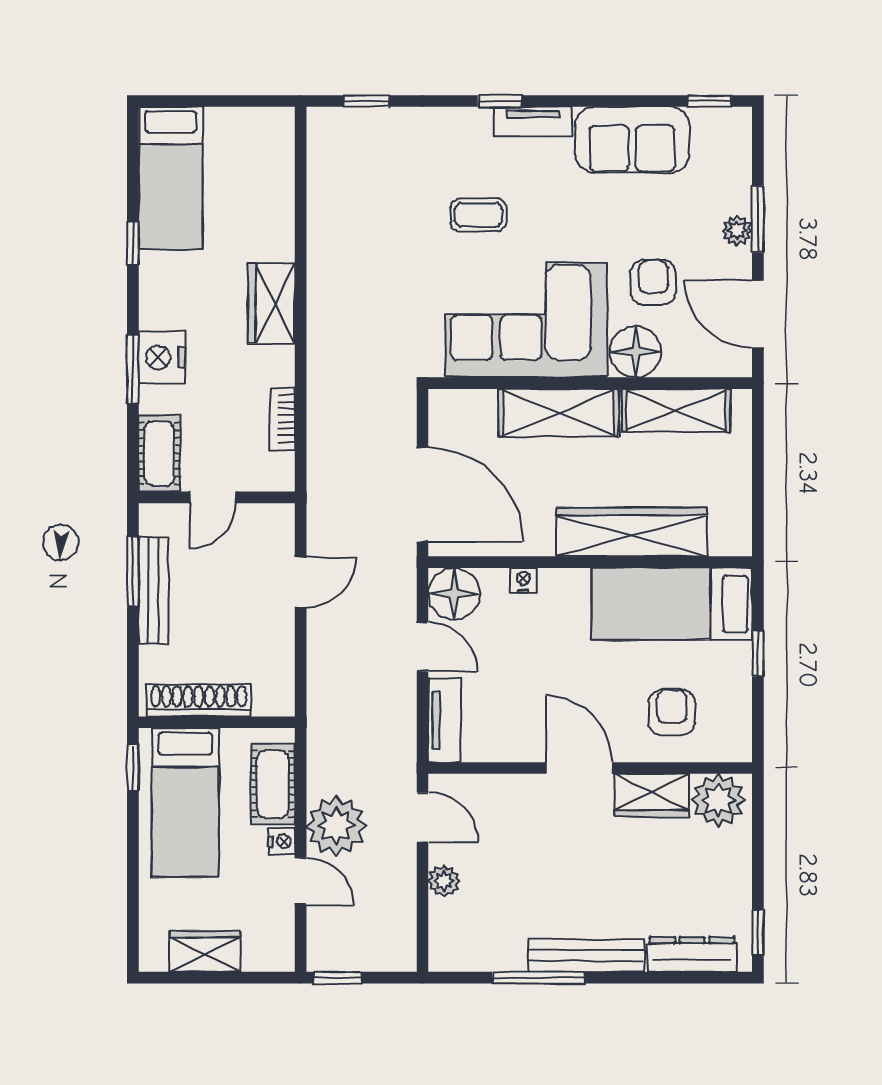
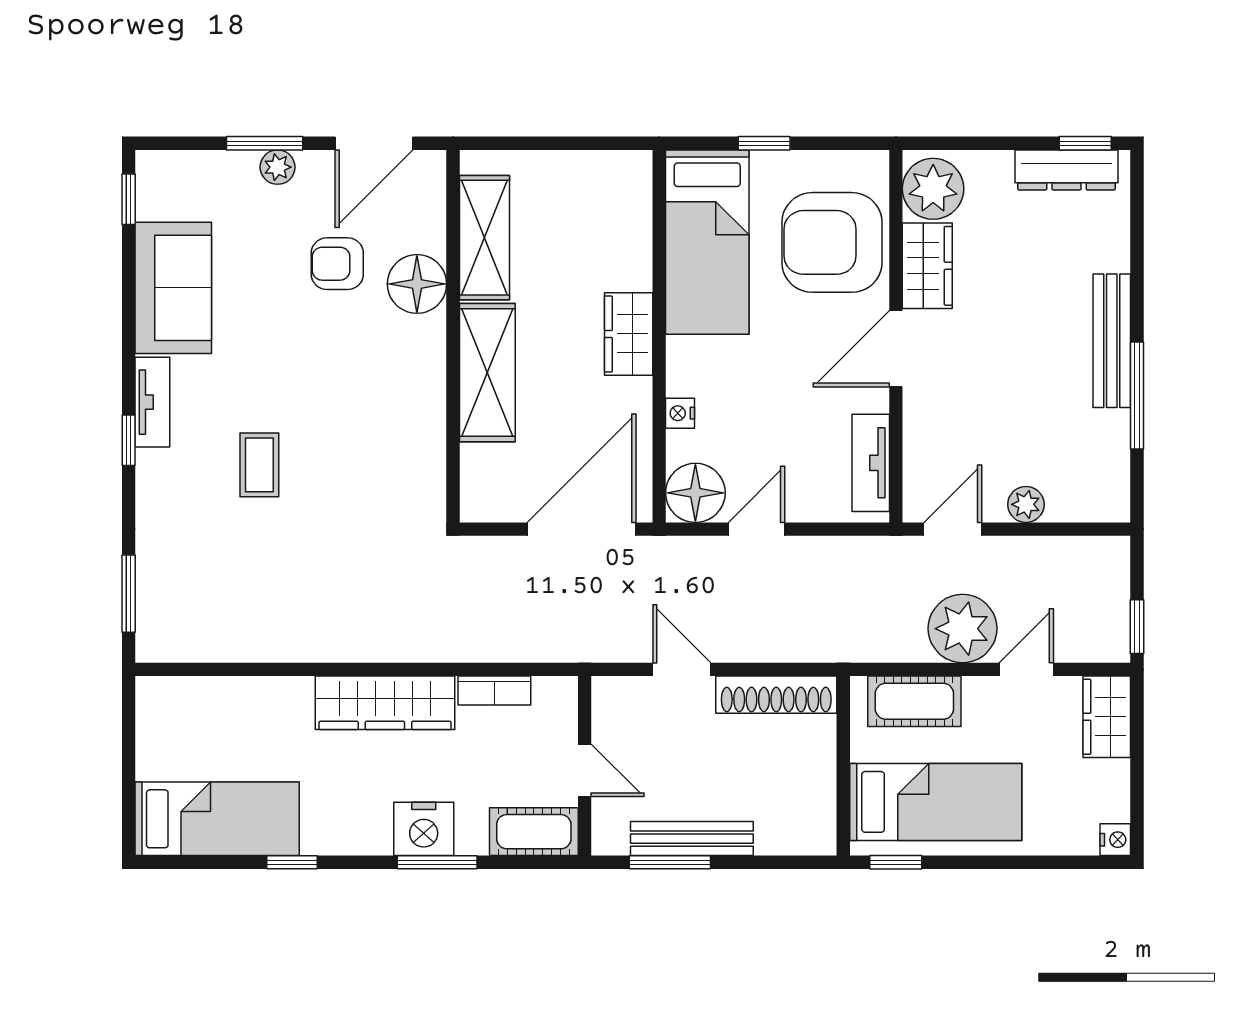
window: (366, 101) -> (129, 594), width x1.50
wardrobe: (271, 304) -> (385, 703), width x1.50
corner sofa: (526, 320) -> (380, 410), removed
wardrobe: (632, 532) -> (629, 334), width x0.48, depth x0.85
shoe rack: (199, 700) -> (776, 695), moved, turned -90
armchair: (672, 712) -> (832, 242), width x1.88, depth x1.88
tv unit: (444, 720) -> (871, 463), moved, turned -90
nightstand: (282, 841) -> (1115, 840), moved, turned 90
wardrobe: (205, 951) -> (1107, 717), moved
dresser: (692, 954) -> (1067, 170), moved, turned -90

